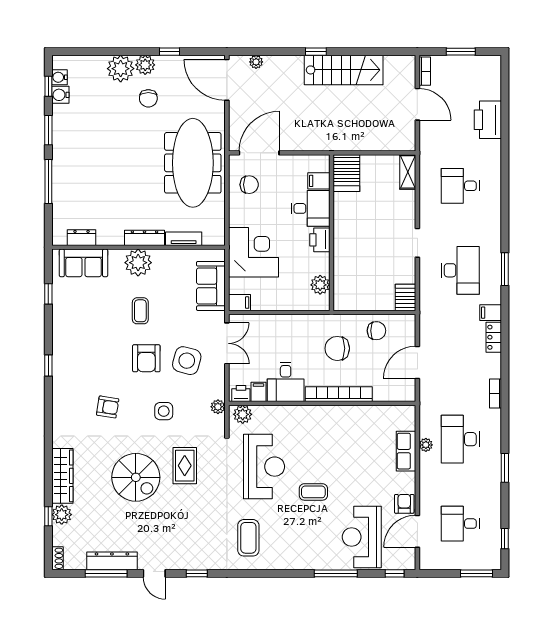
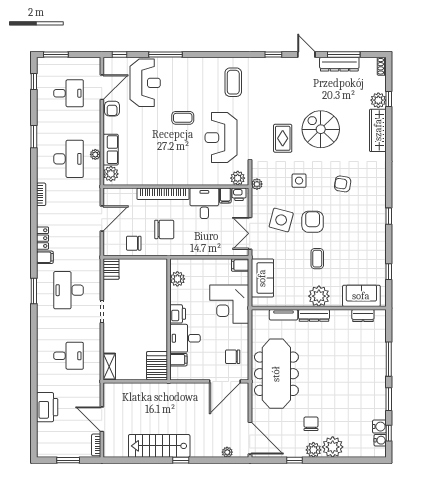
plant: (406, 420) -> (111, 174), added

